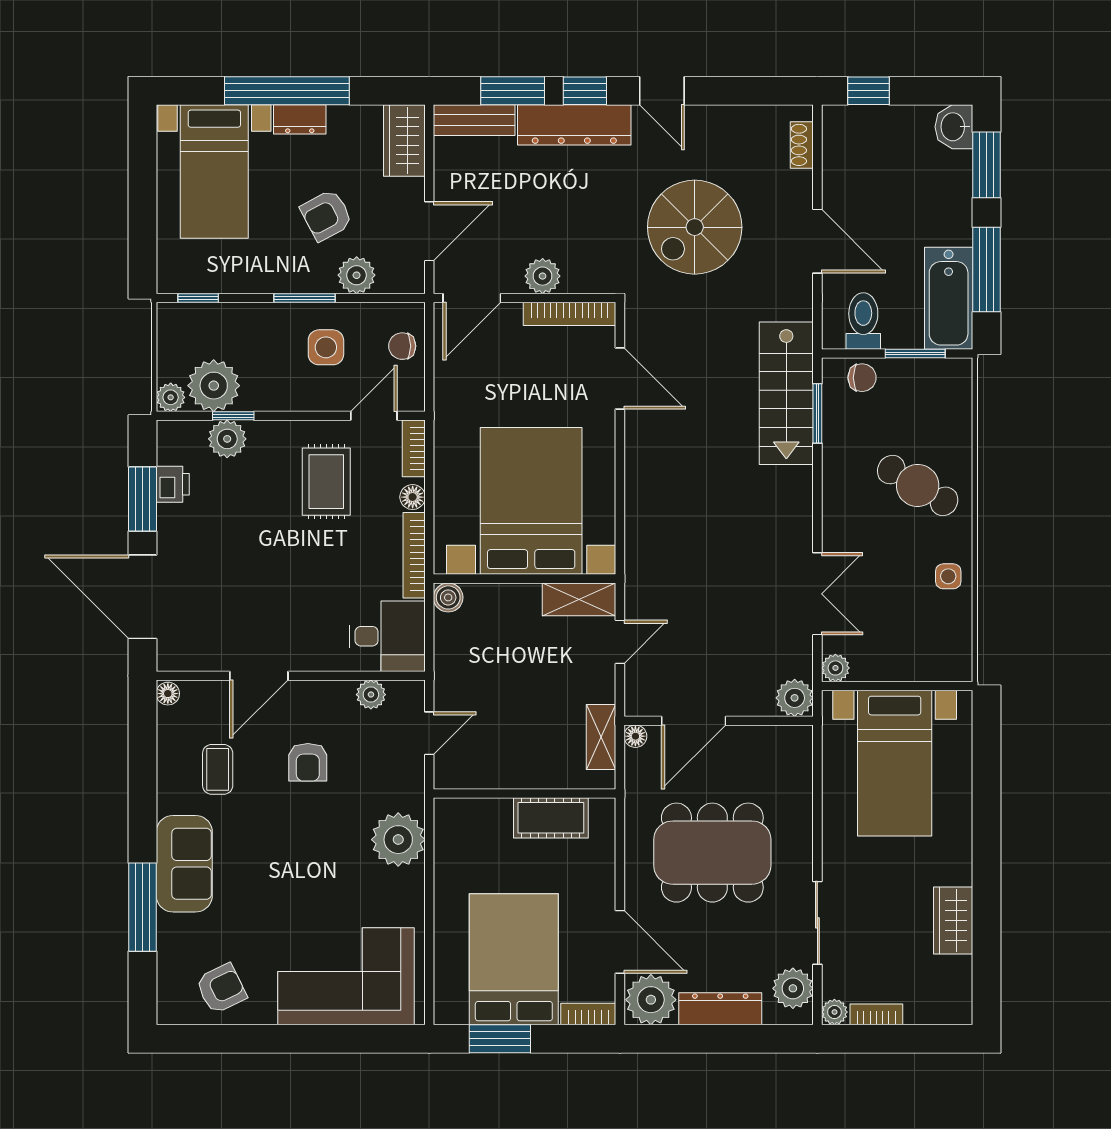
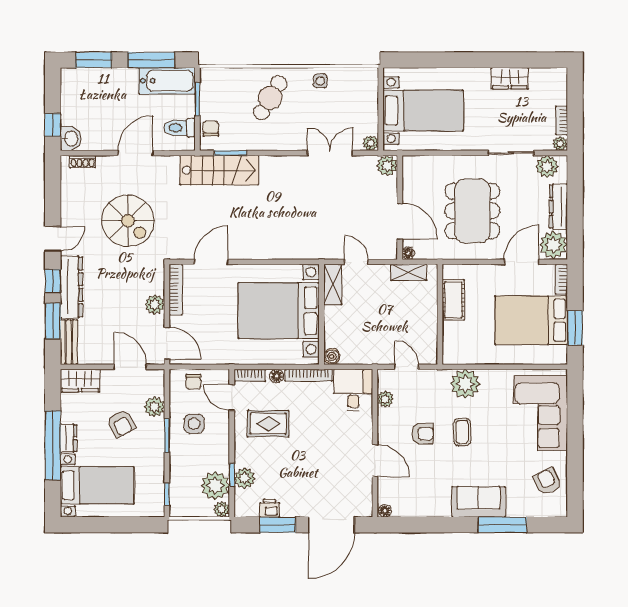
washbasin: (954, 127) -> (71, 139), moved, turned -90
coffee table: (218, 769) -> (462, 432), moved, turned 90

